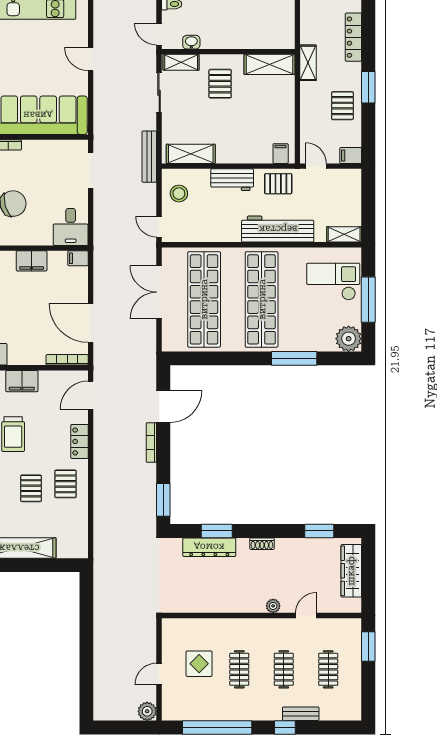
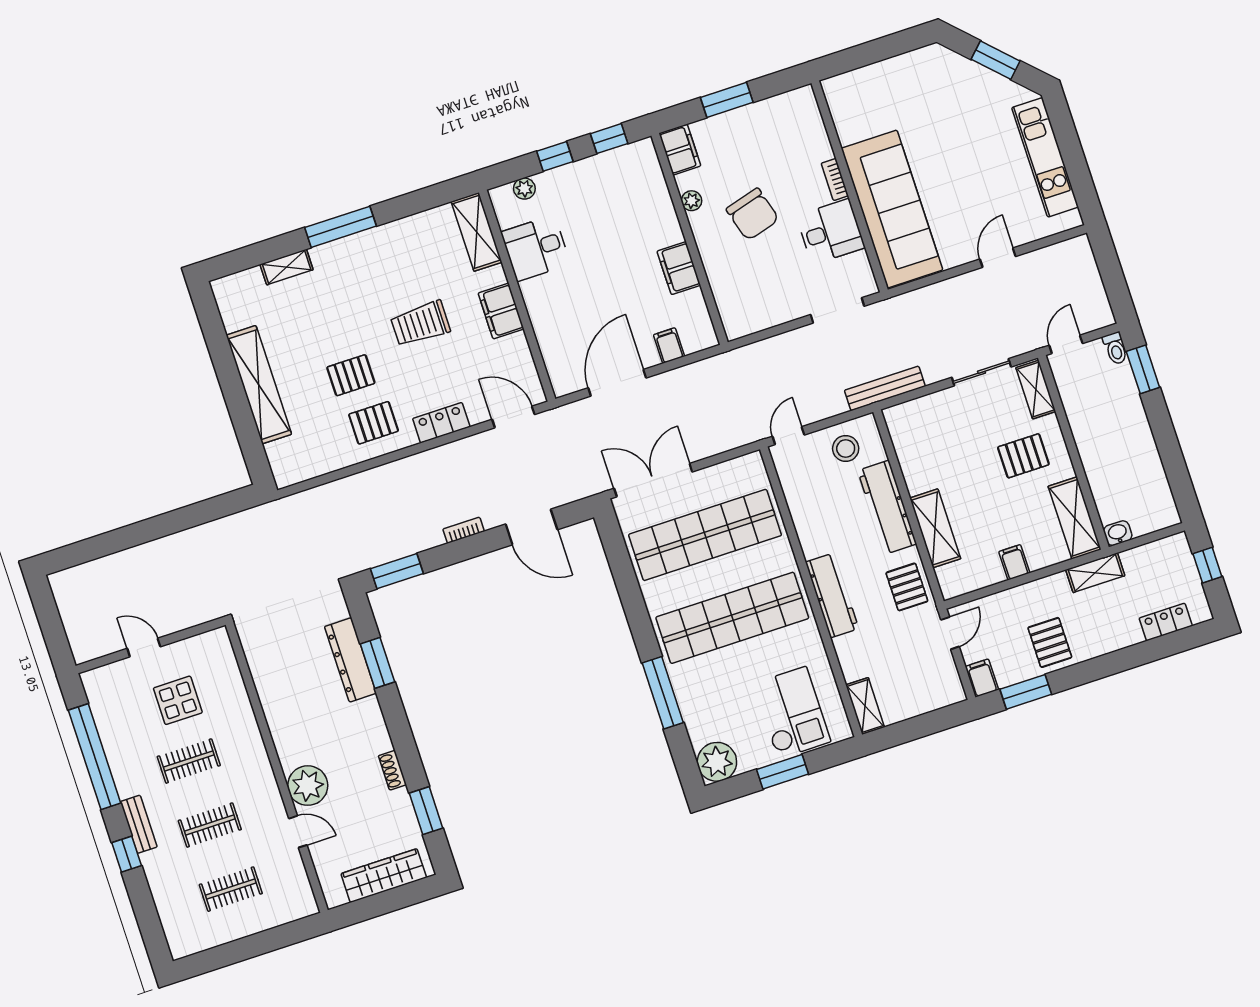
locker: (353, 37) -> (1166, 622), width x0.66
washbasin: (191, 42) -> (1118, 533), moved, turned -90
window: (368, 87) -> (1026, 692), moved
pallet: (342, 106) -> (1050, 642), turned 90
shelving: (191, 154) -> (935, 528), moved
filing cabinet: (281, 154) -> (1014, 562), moved, turned -90
workbench: (232, 180) -> (887, 507), width x1.37
desk: (71, 227) -> (831, 232), moved, turned 180
workbench: (278, 229) -> (832, 595), width x0.73, depth x0.76
filing cabinet: (78, 258) -> (669, 346), moved
double door: (159, 292) -> (653, 480), moved
window: (368, 300) -> (783, 772), width x0.69
bookcase: (67, 360) -> (553, 366), removed
bookcase: (151, 442) -> (464, 530), width x0.64
shoe rack: (262, 544) -> (392, 770), moved
plant: (273, 606) -> (308, 786), width x1.88, depth x1.88
window: (368, 647) -> (283, 936), removed
plant: (147, 711) -> (85, 648), removed
bench: (301, 714) -> (139, 824), moved

